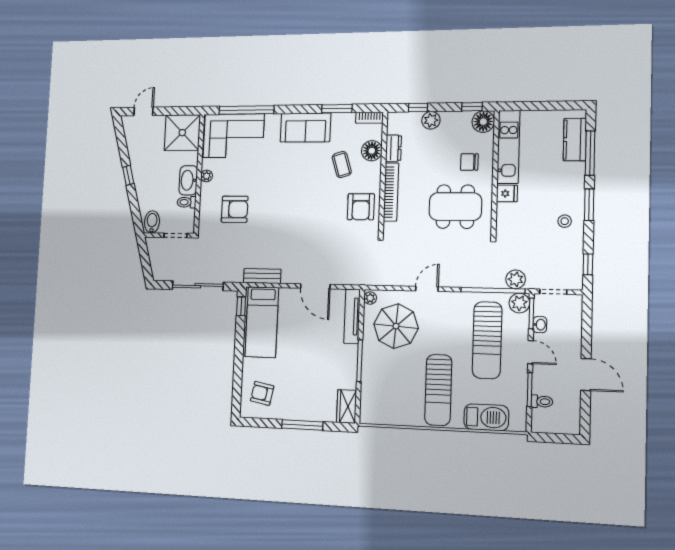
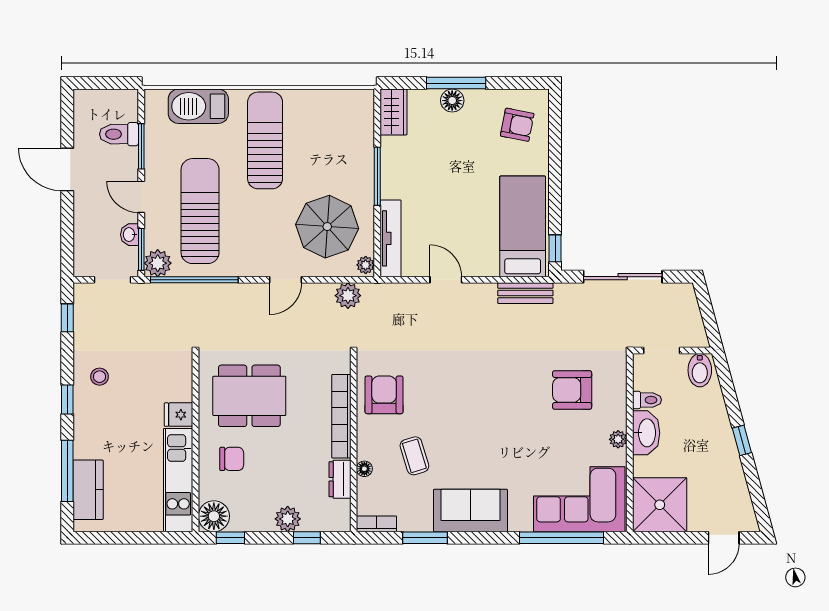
floor lamp: (372, 151) -> (364, 469), width x0.53, depth x0.53
window: (589, 205) -> (67, 400), width x0.67
plant: (516, 279) -> (348, 296), moved
door: (315, 286) -> (446, 280), width x0.73
toilet: (542, 402) -> (119, 134), width x1.37, depth x1.39
floor lamp: (306, 413) -> (452, 101), added

